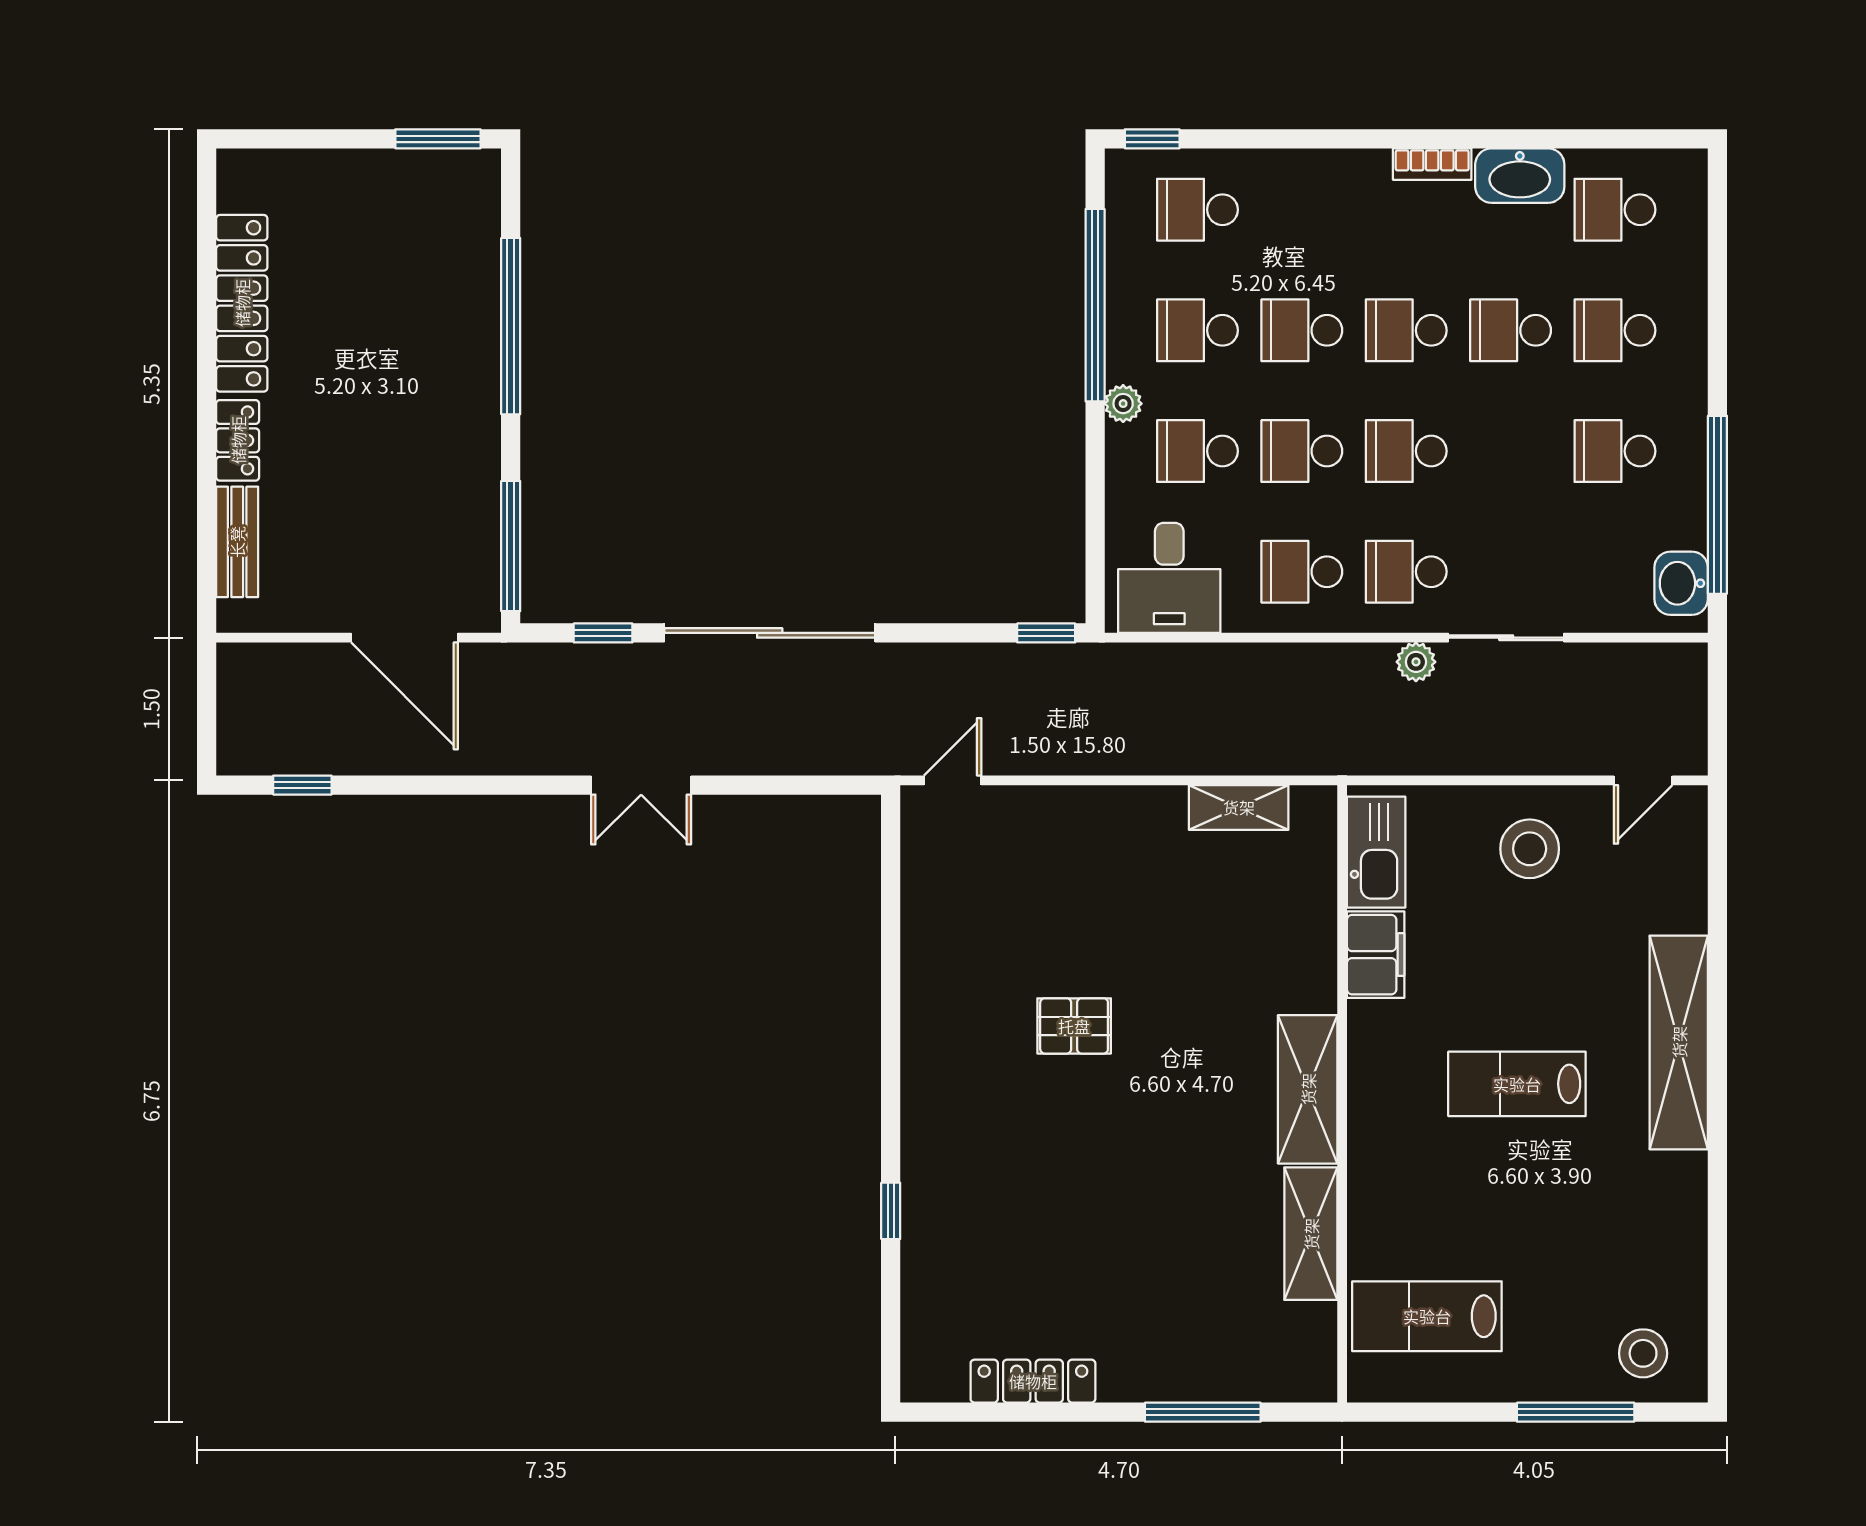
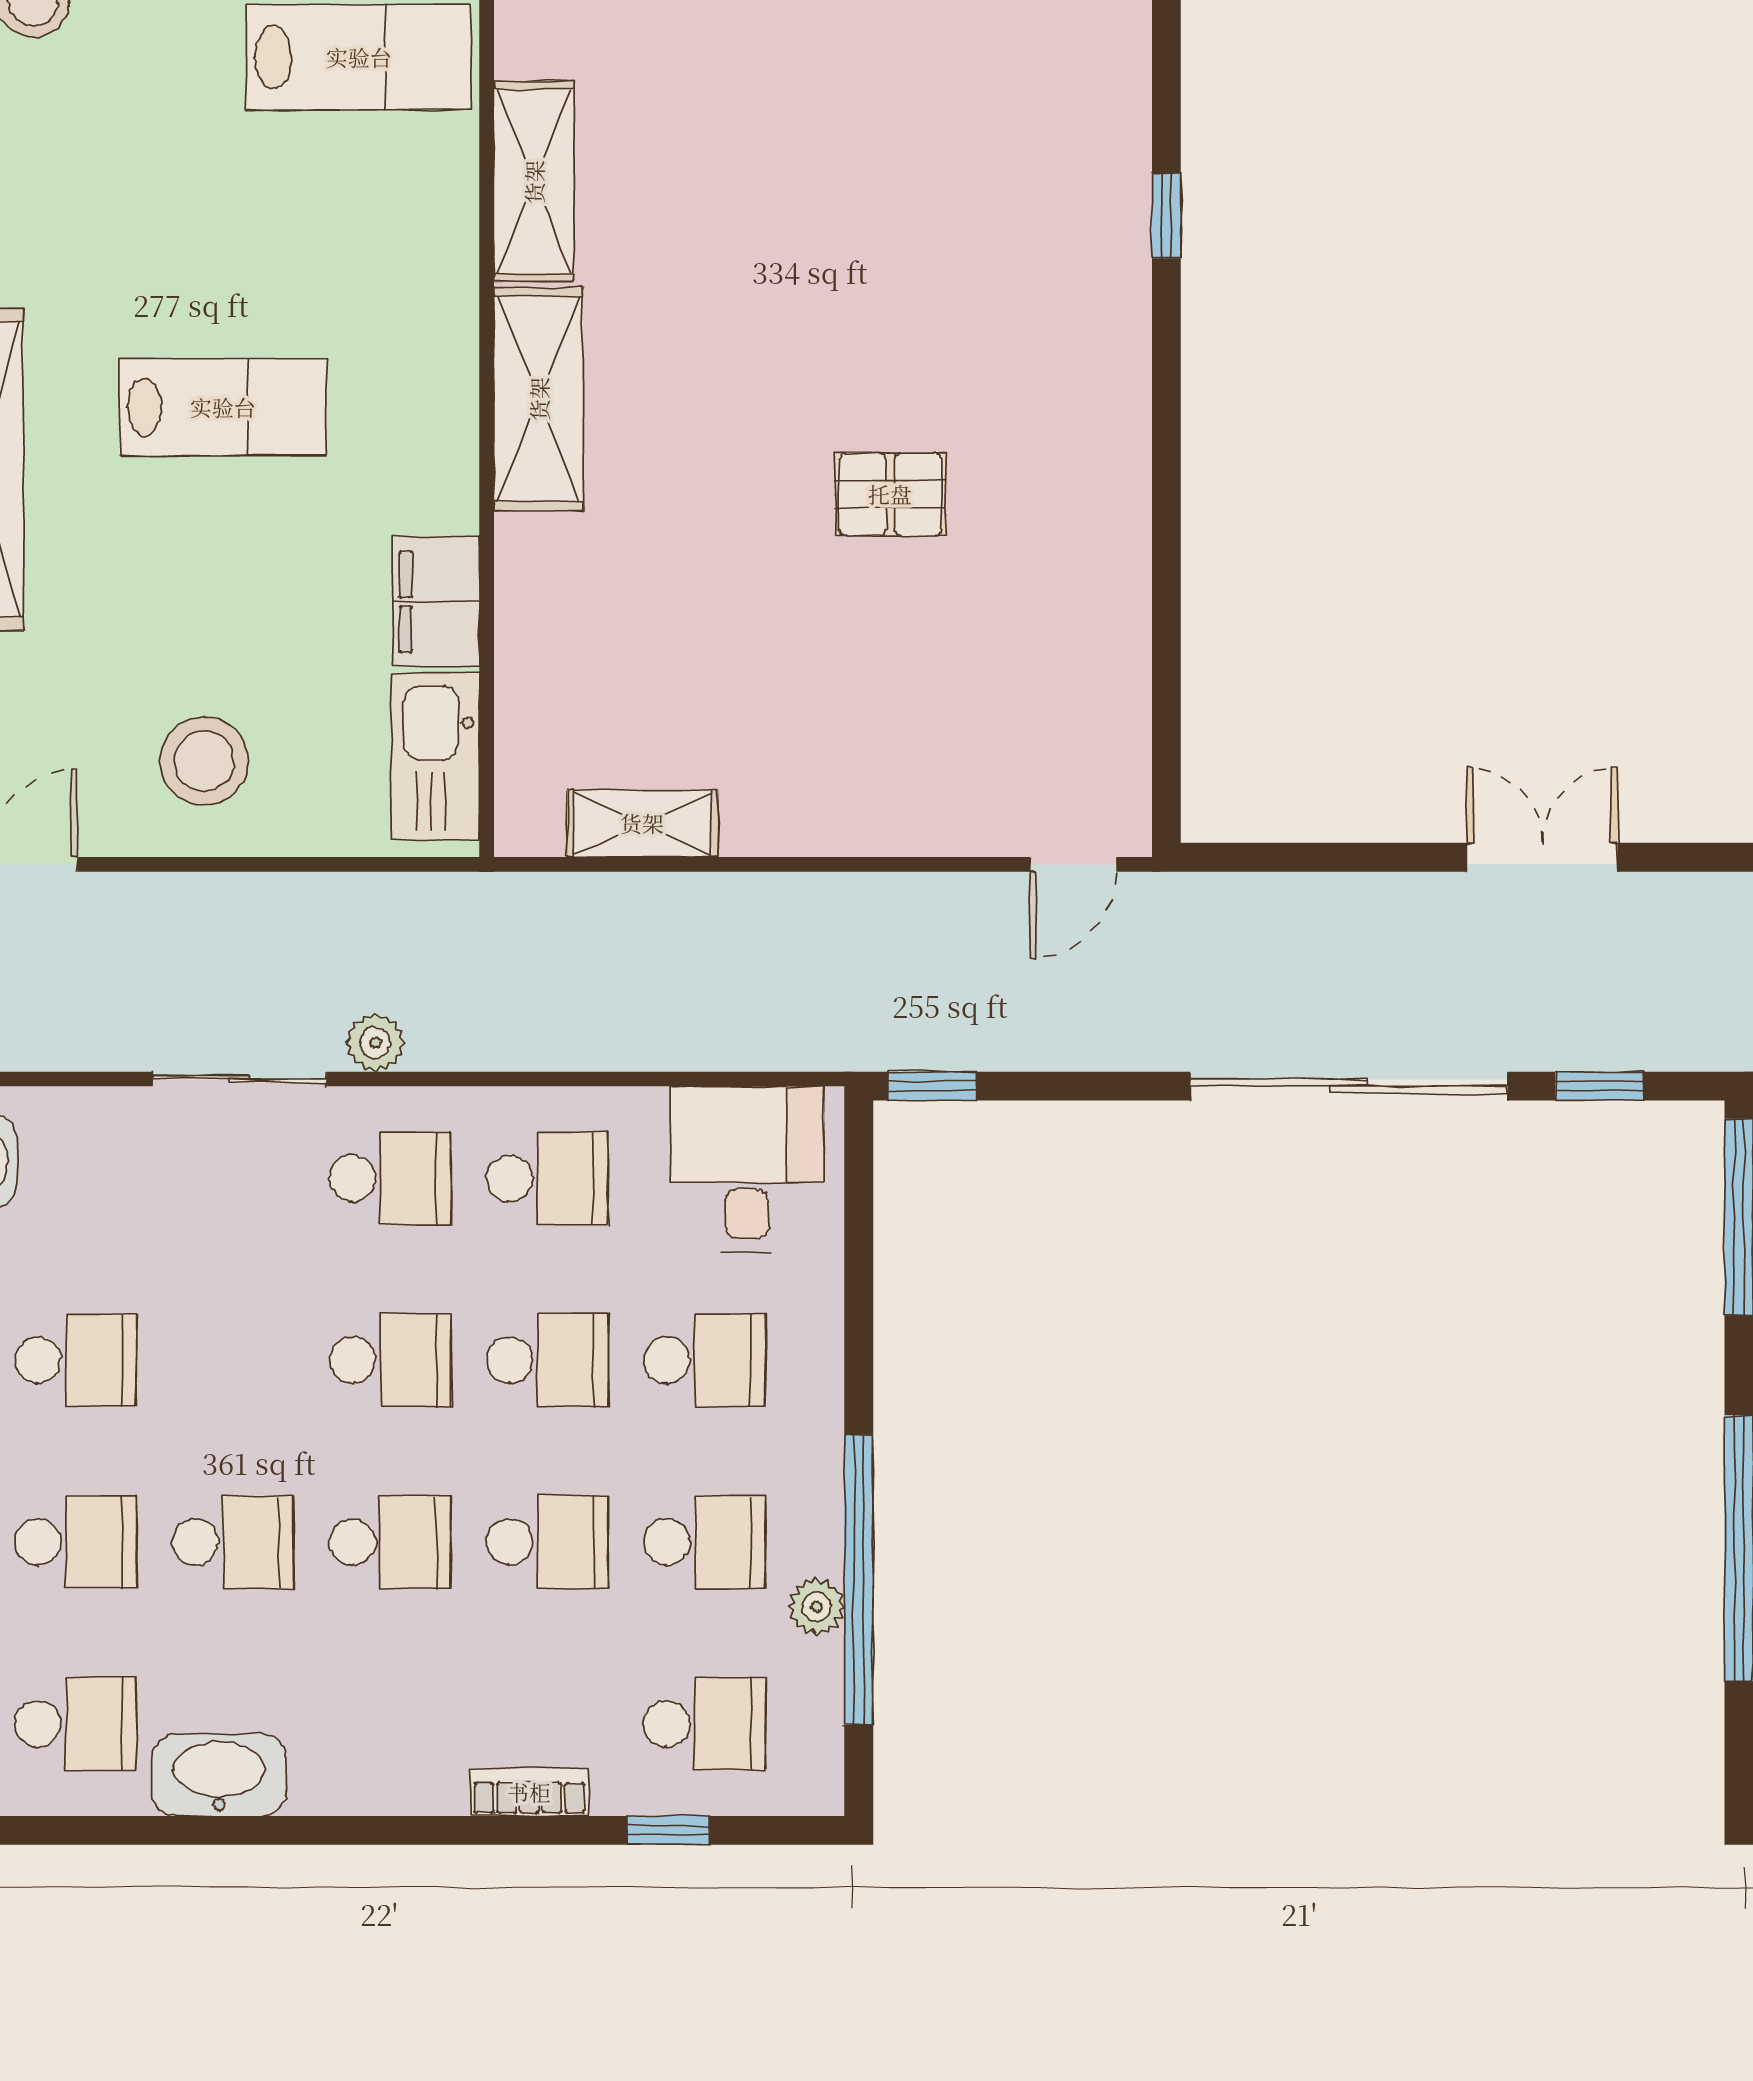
window: (1152, 139) -> (669, 1830), moved
bookcase: (1432, 164) -> (529, 1792), moved
plant: (1123, 404) -> (816, 1607), moved

